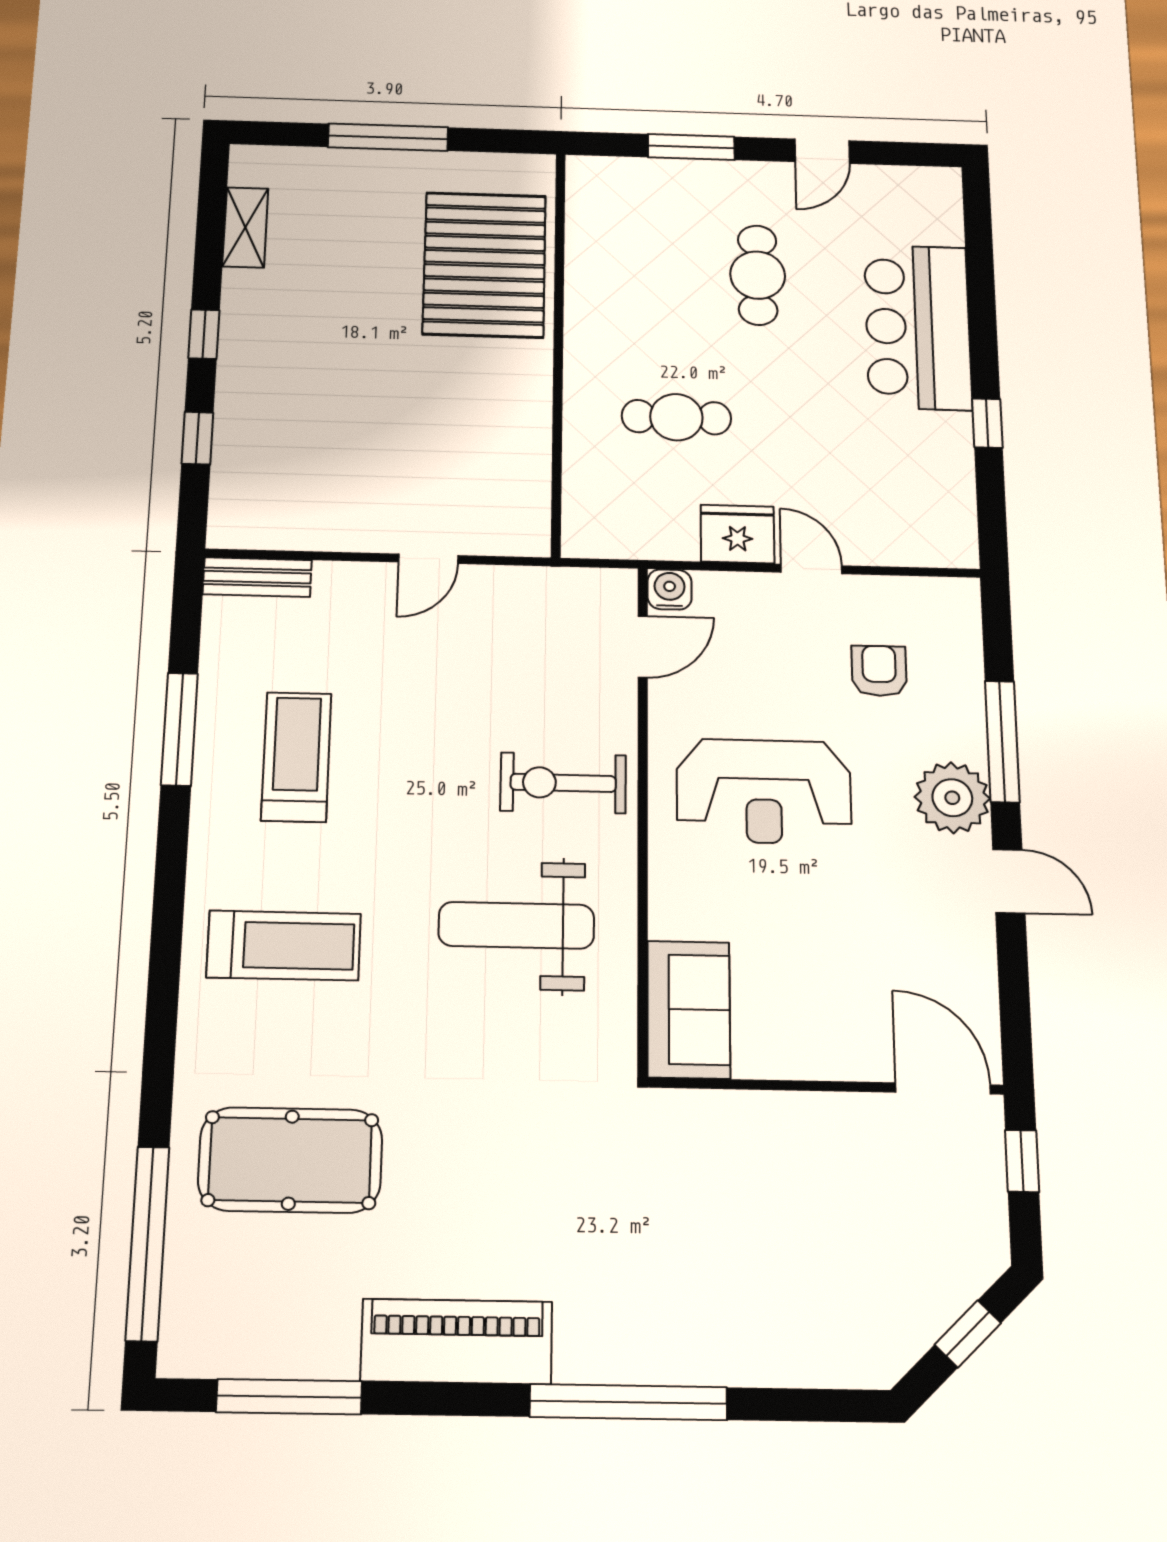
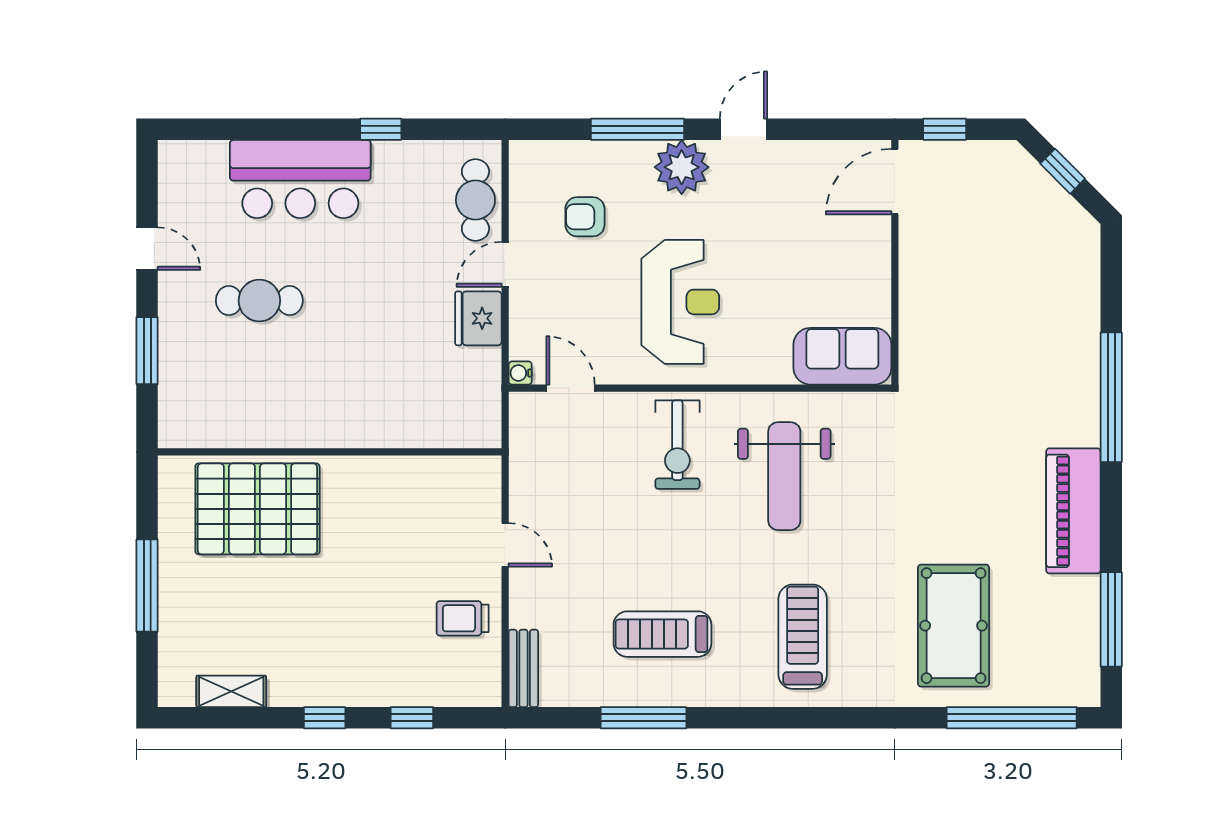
cafe table: (676, 417) -> (475, 200), moved
trolley: (330, 504) -> (463, 618), added
water cooler: (670, 589) -> (520, 373), width x0.72, depth x0.72

